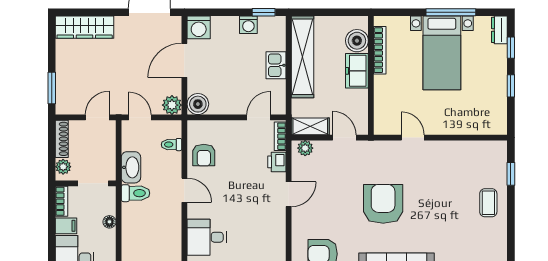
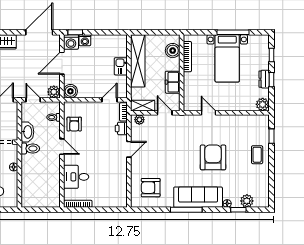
window: (264, 12) -> (75, 32), moved
washing machine: (248, 25) -> (85, 40), moved
dresser: (499, 30) -> (264, 79), moved
freezer: (357, 71) -> (173, 82), moved
plant: (497, 125) -> (263, 104), added
armchair: (383, 204) -> (213, 157), moved

